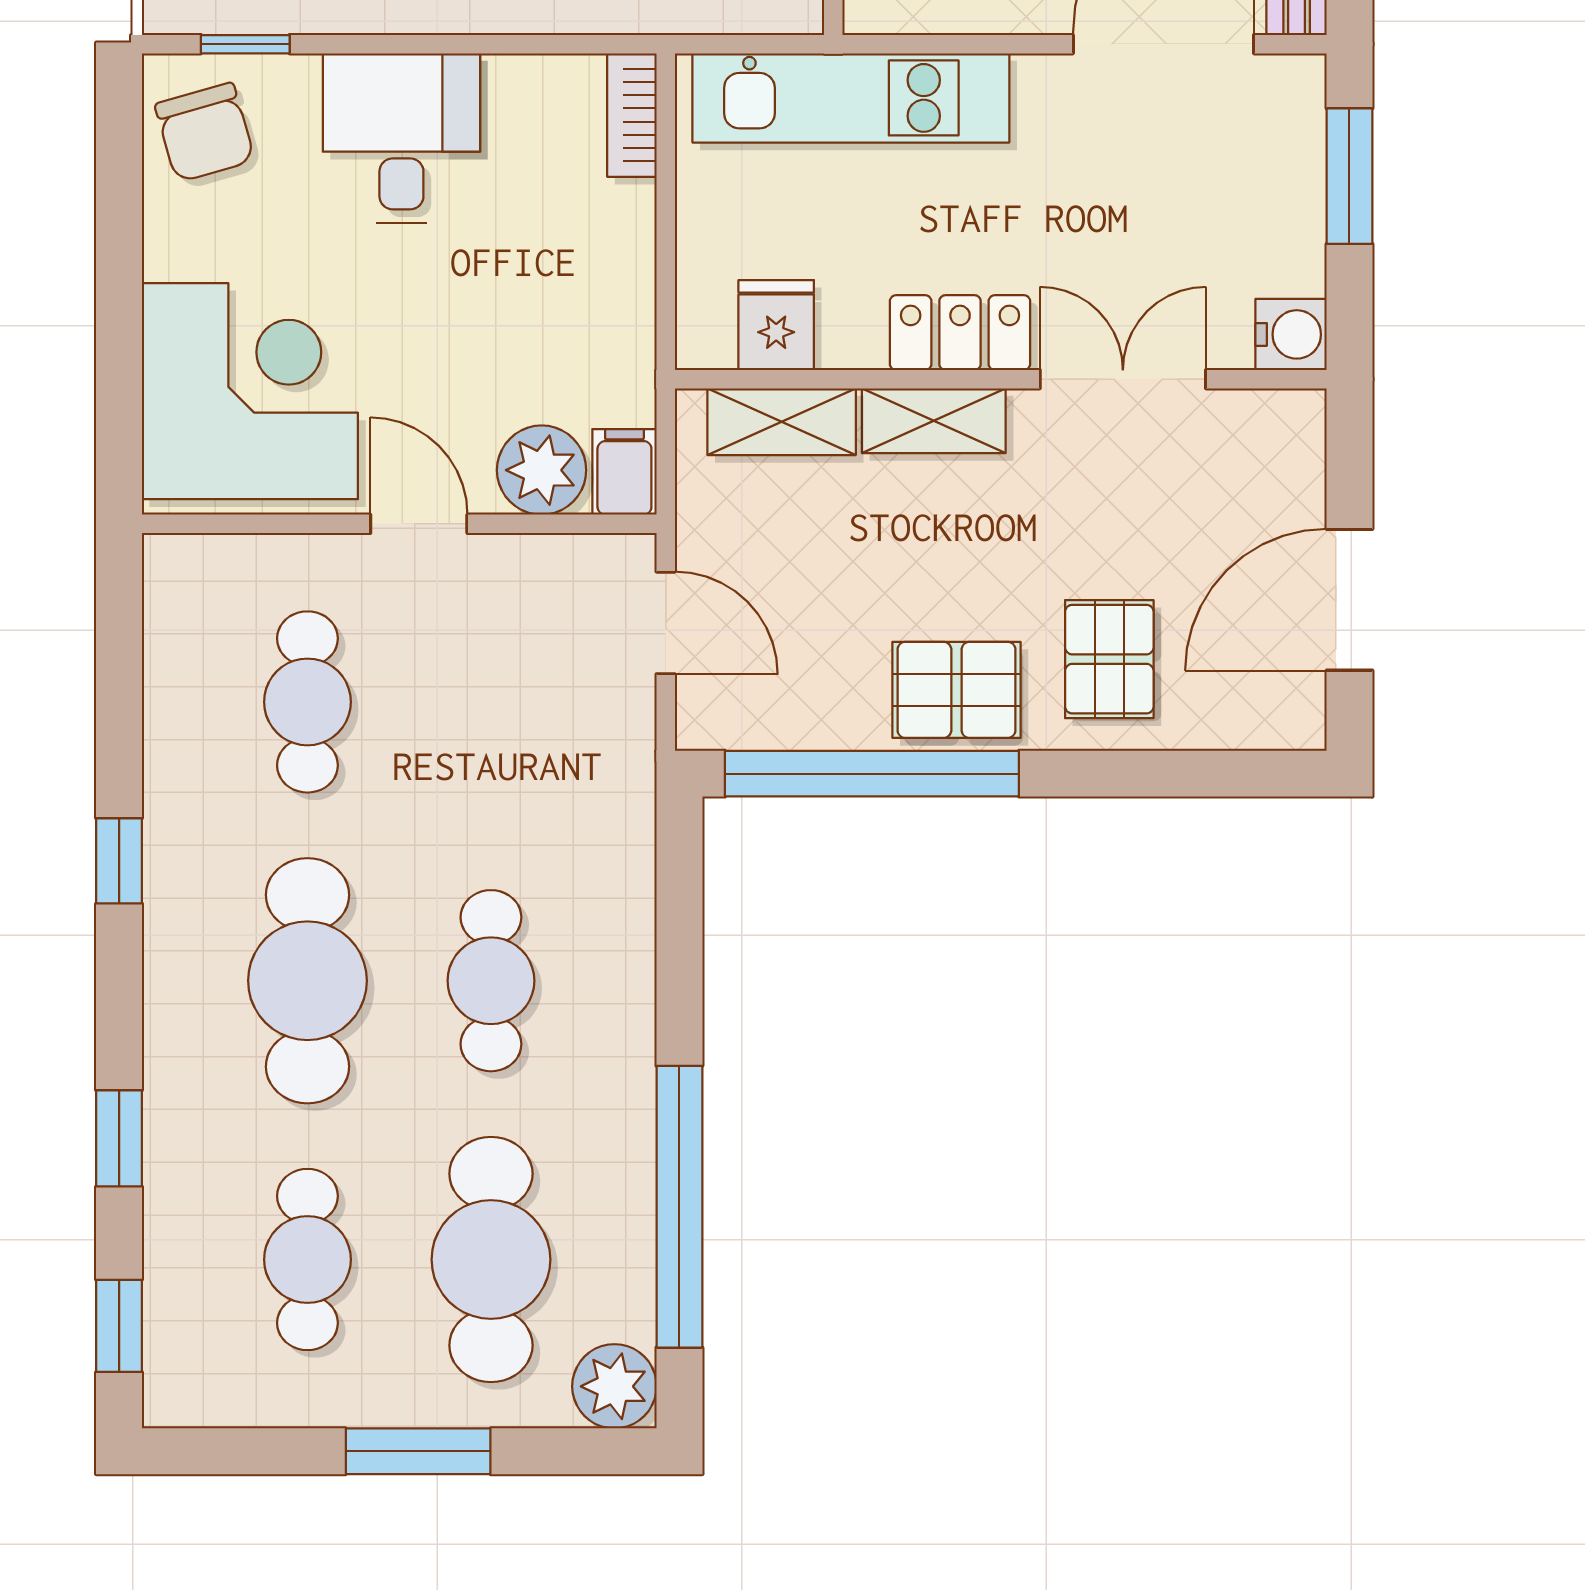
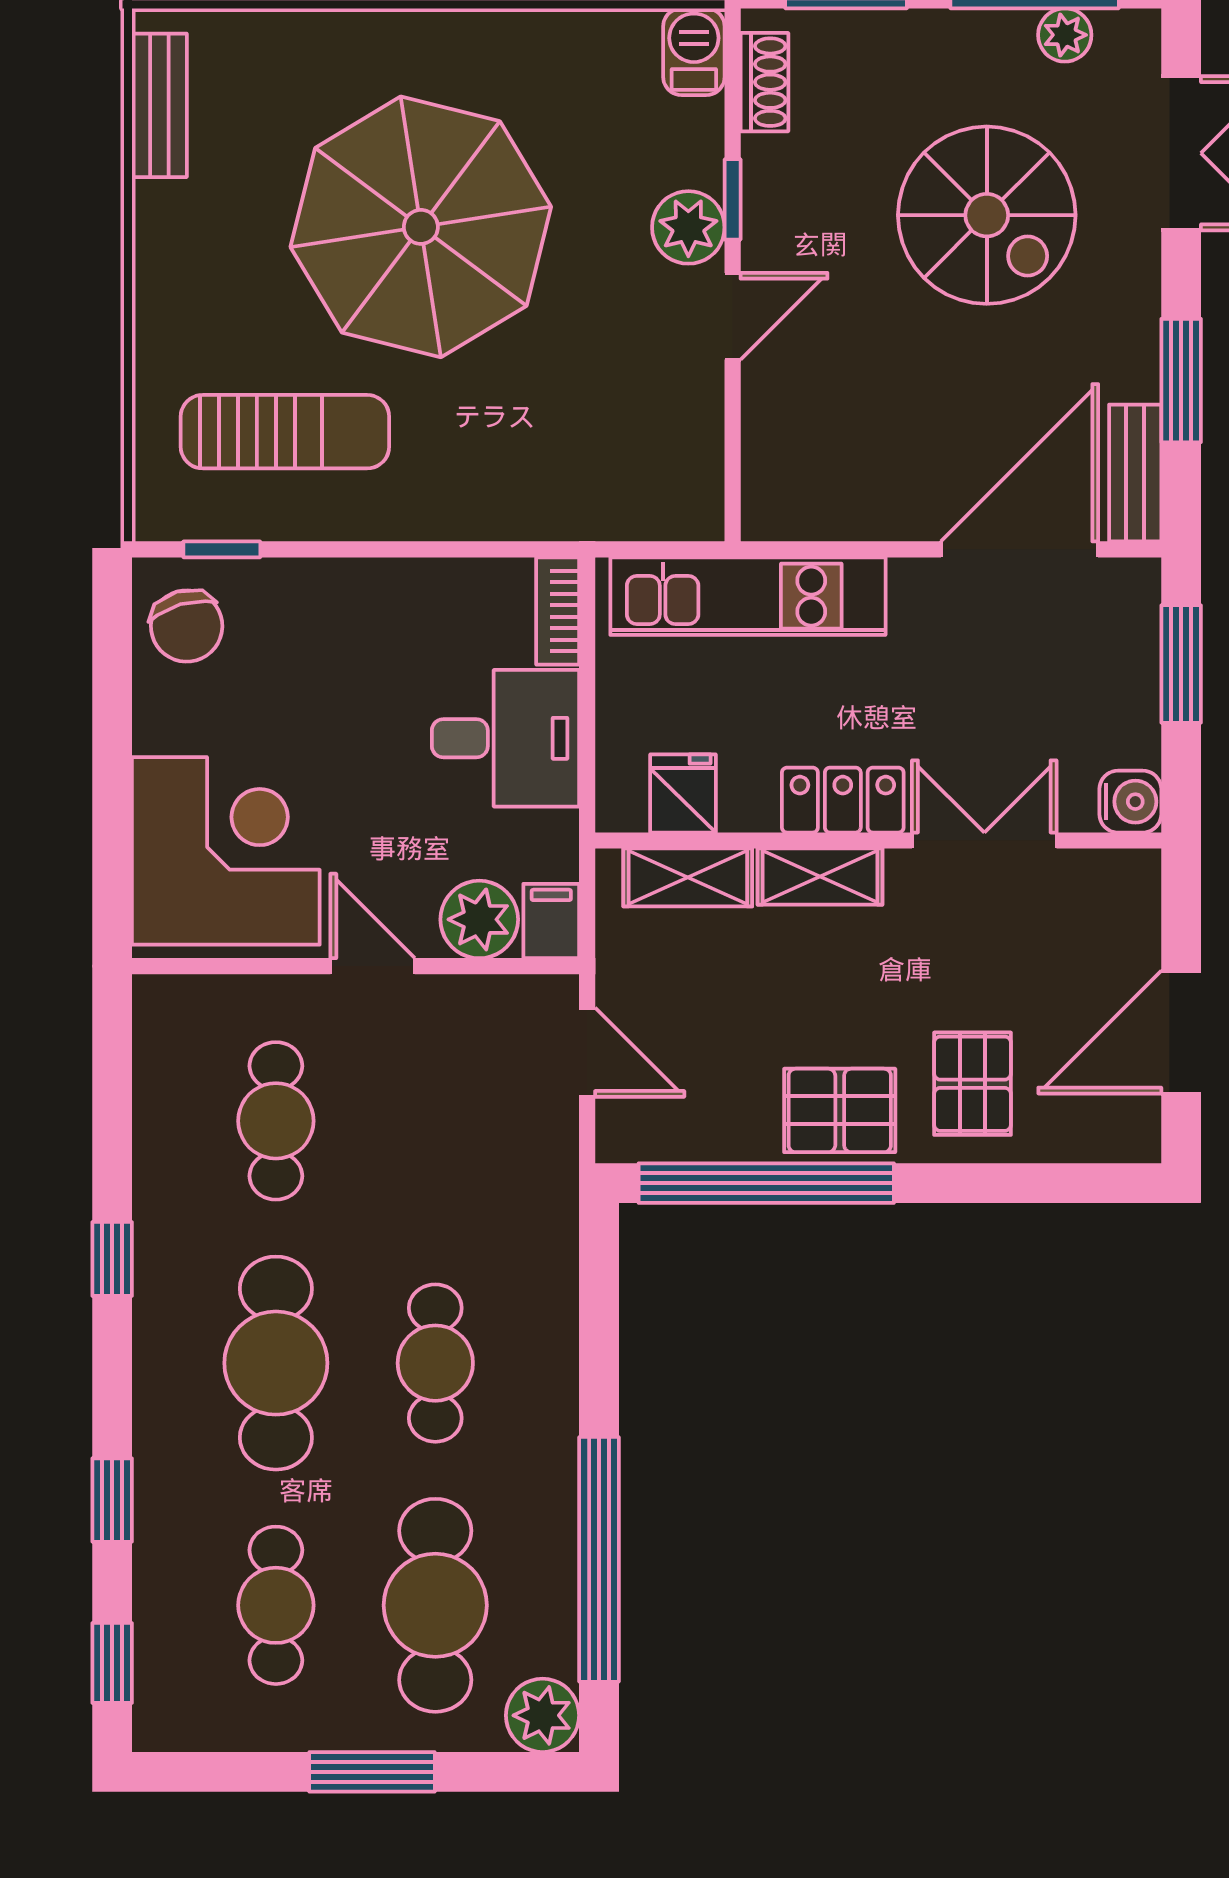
desk: (401, 138) -> (505, 738), moved, turned 90

